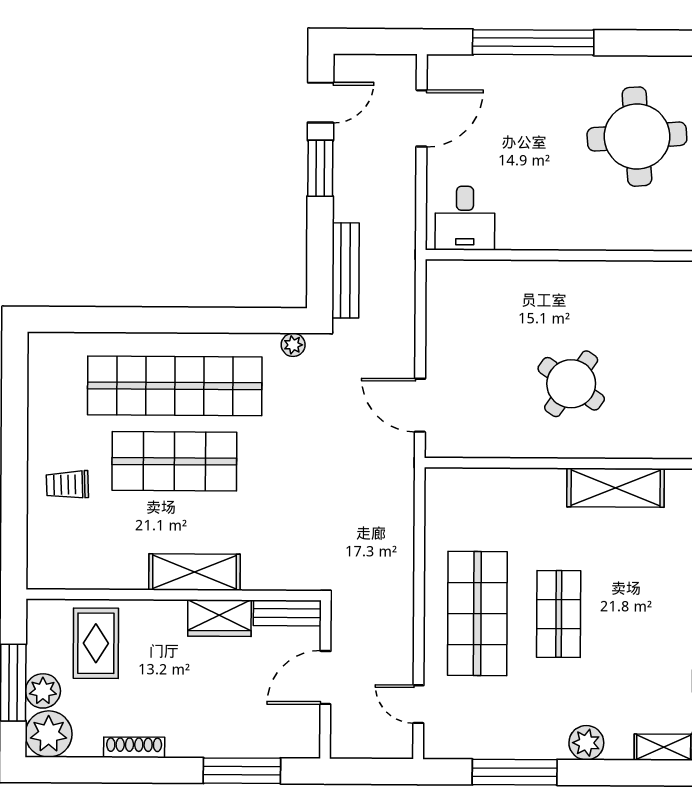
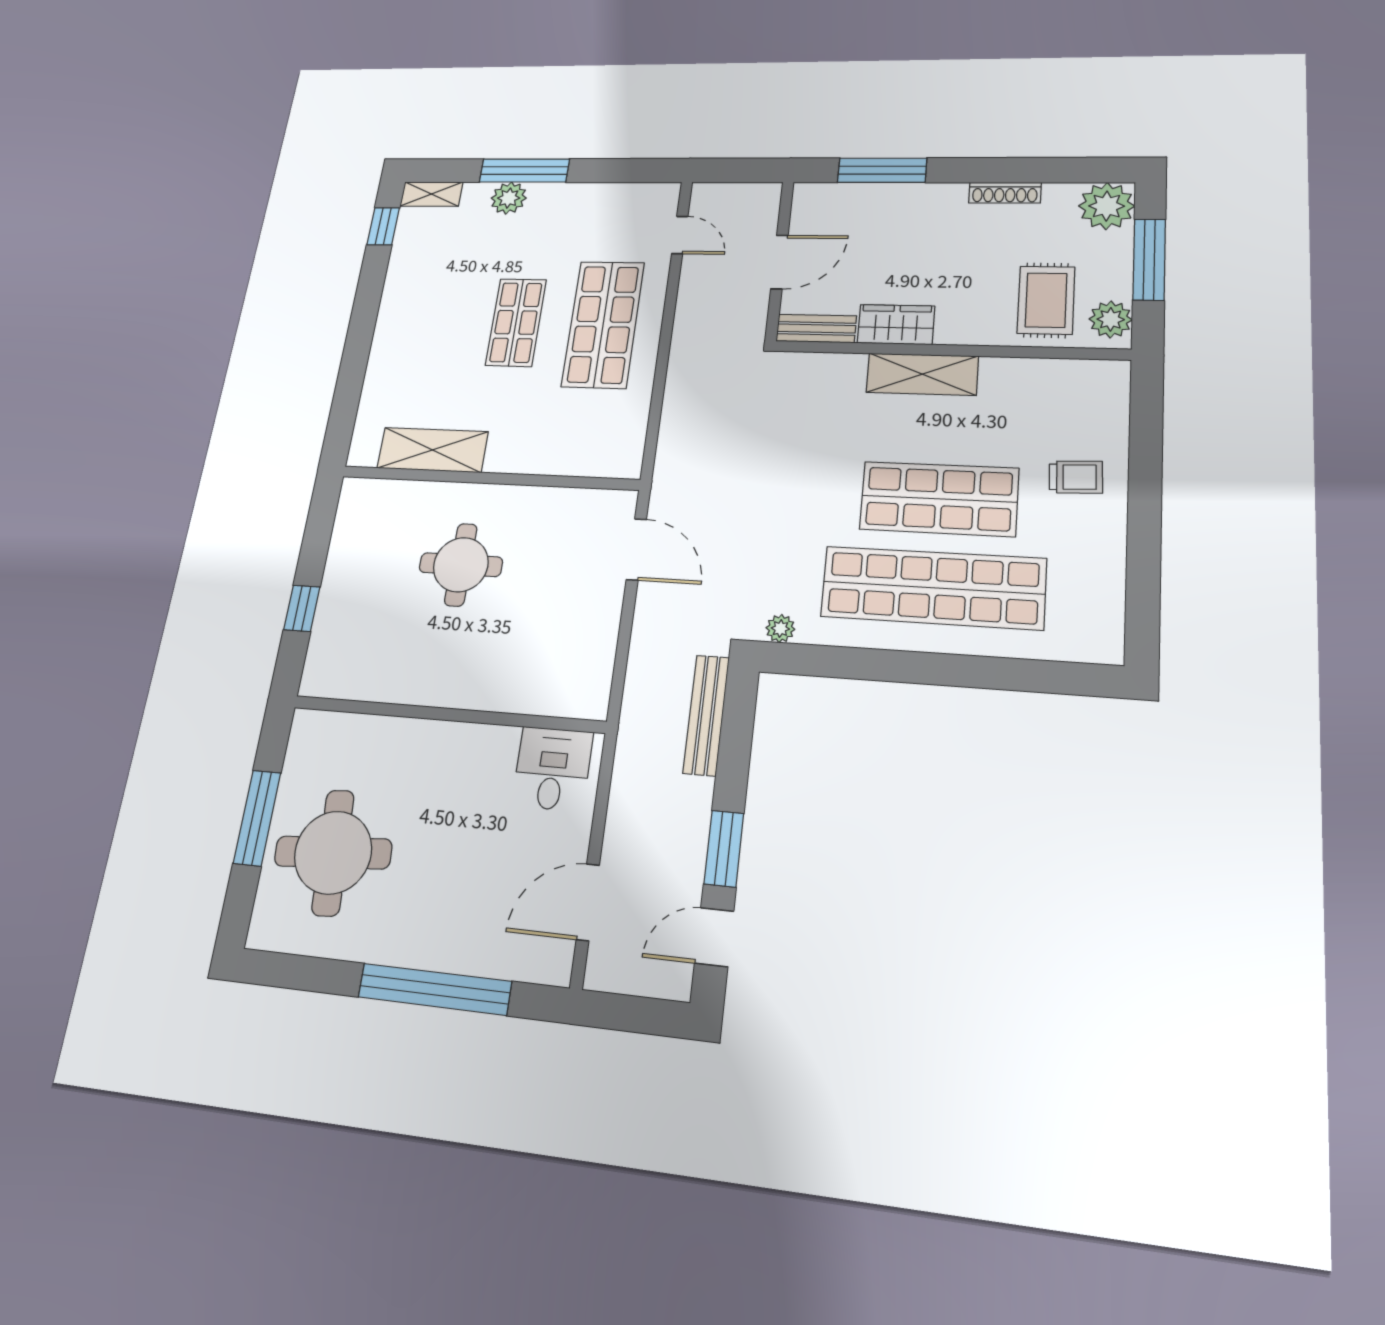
round table: (571, 384) -> (461, 565), turned -35
plant: (43, 691) -> (1111, 319), moved
window: (515, 772) -> (524, 171), moved

